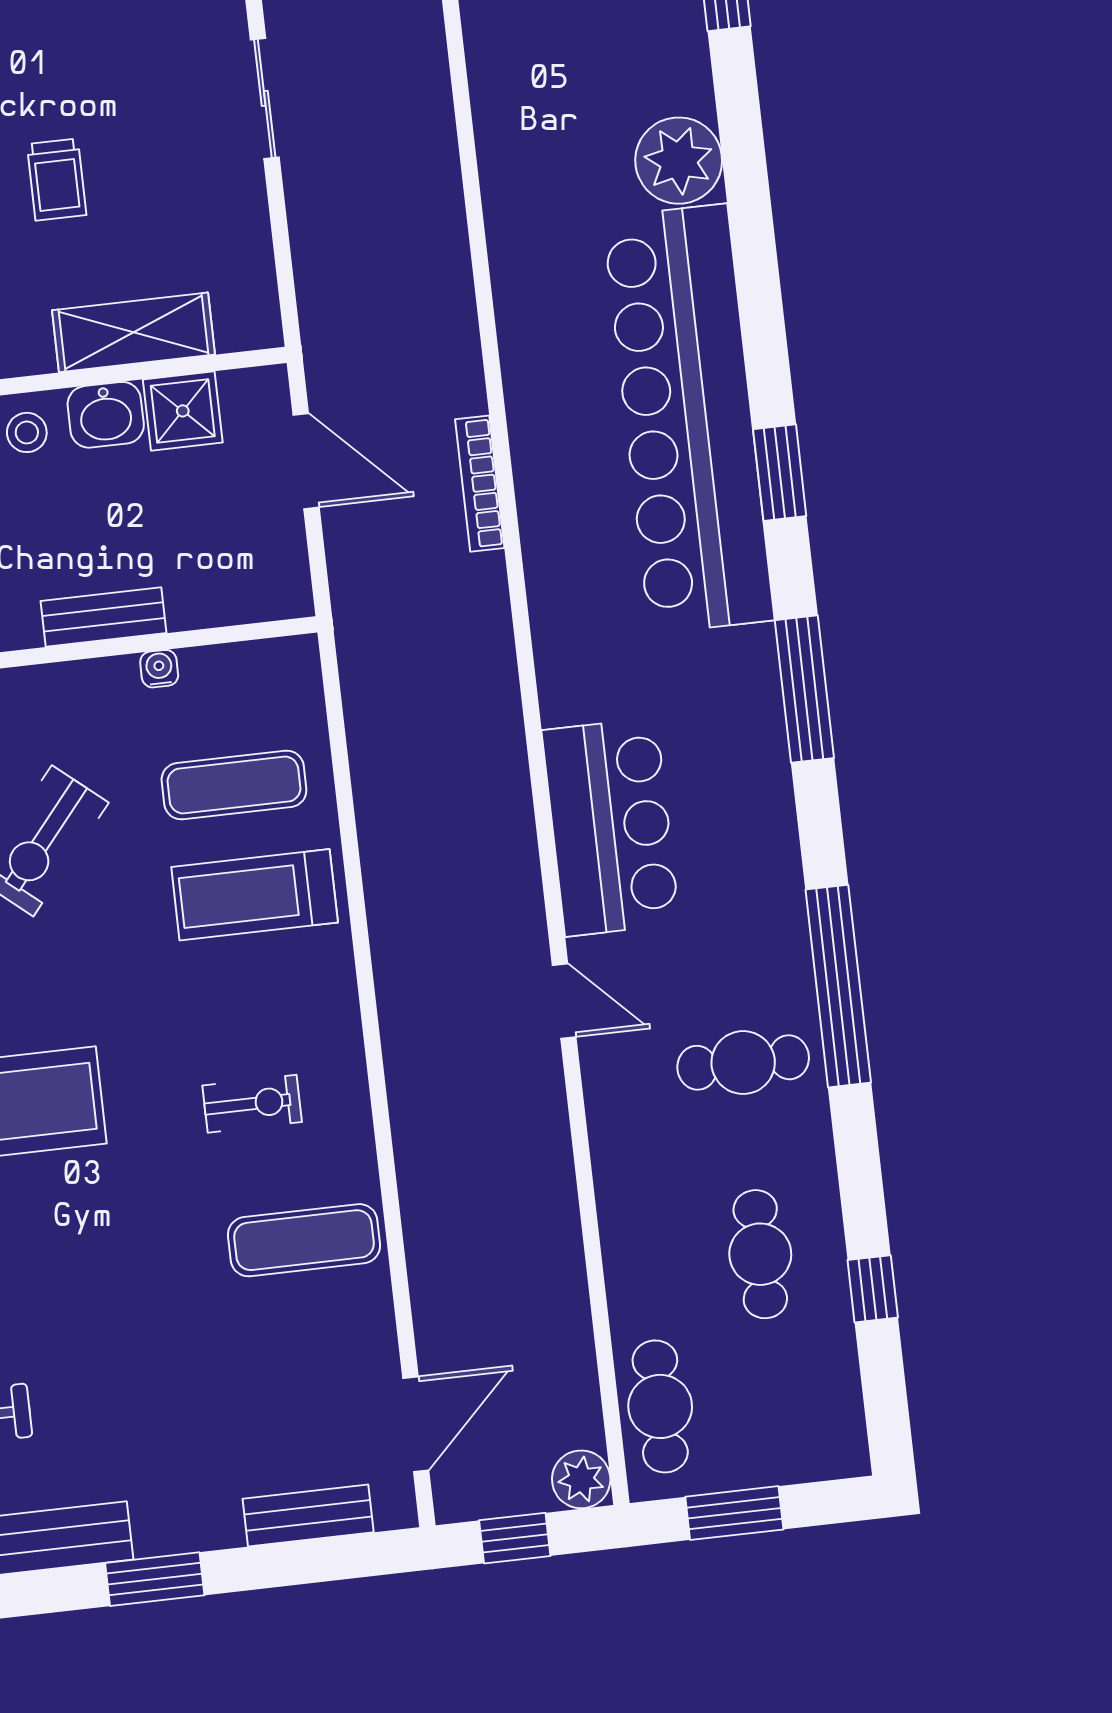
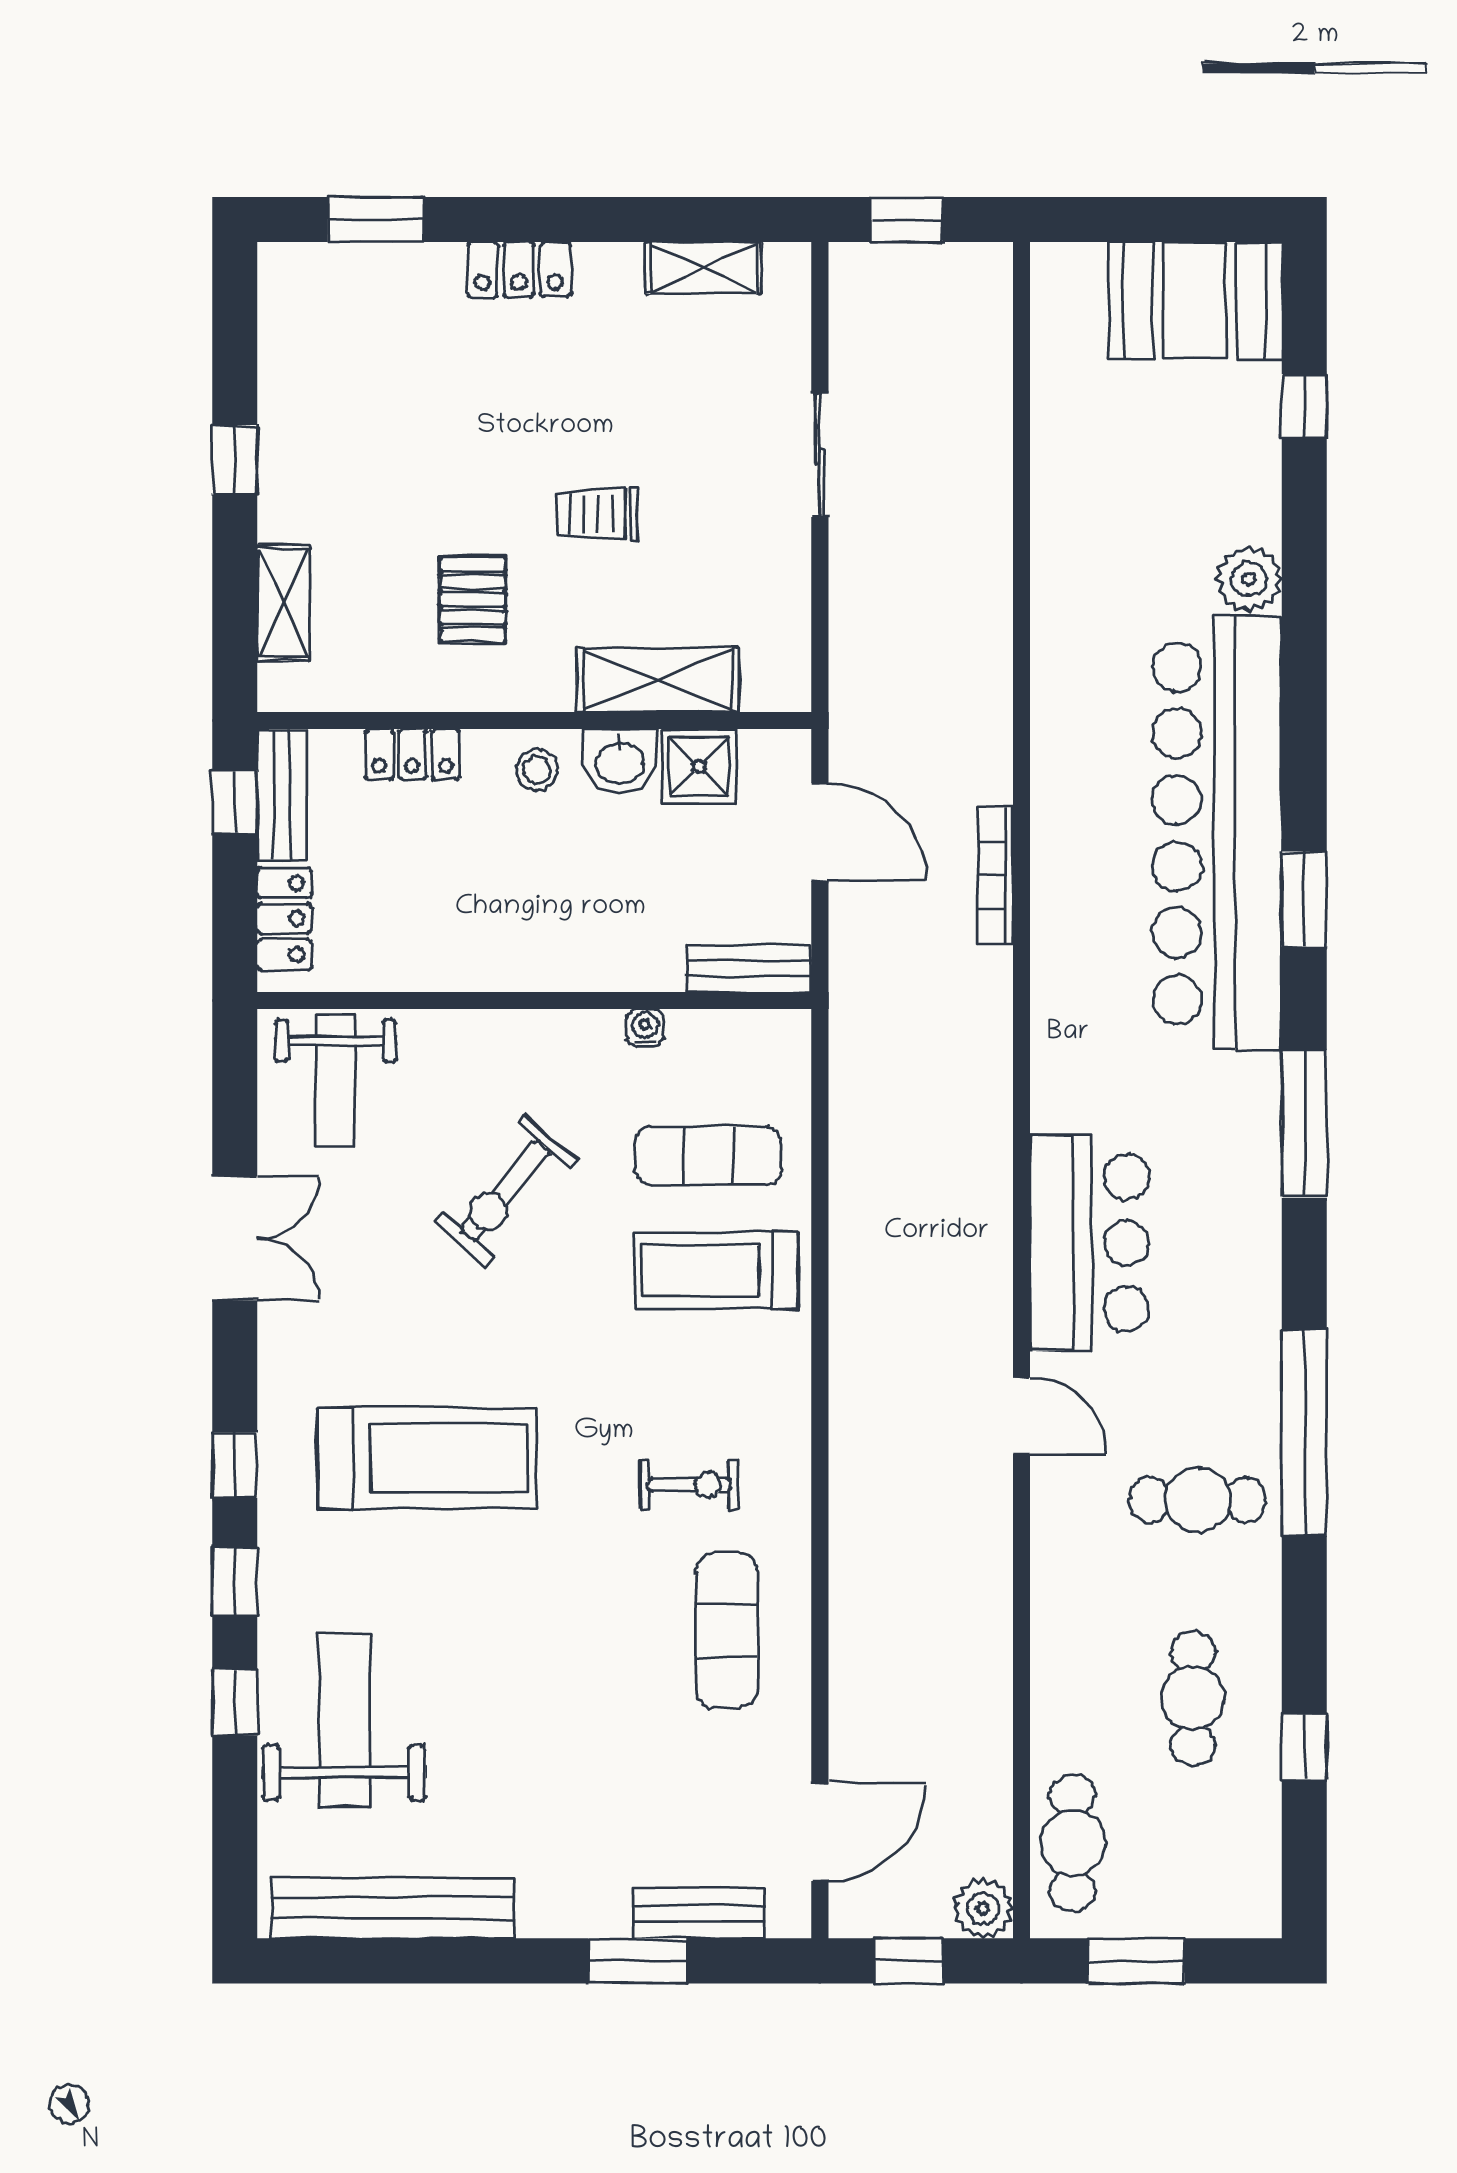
plant: (679, 161) -> (1249, 579), width x0.73, depth x0.73
trolley: (57, 180) -> (597, 514), turned 90
bench: (104, 617) -> (749, 968), moved
exercise mat: (304, 1240) -> (727, 1631), turned 90
window: (155, 1579) -> (637, 1961), moved

